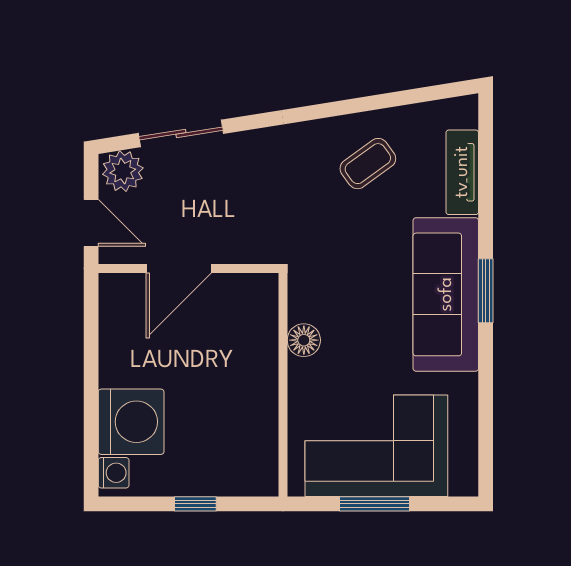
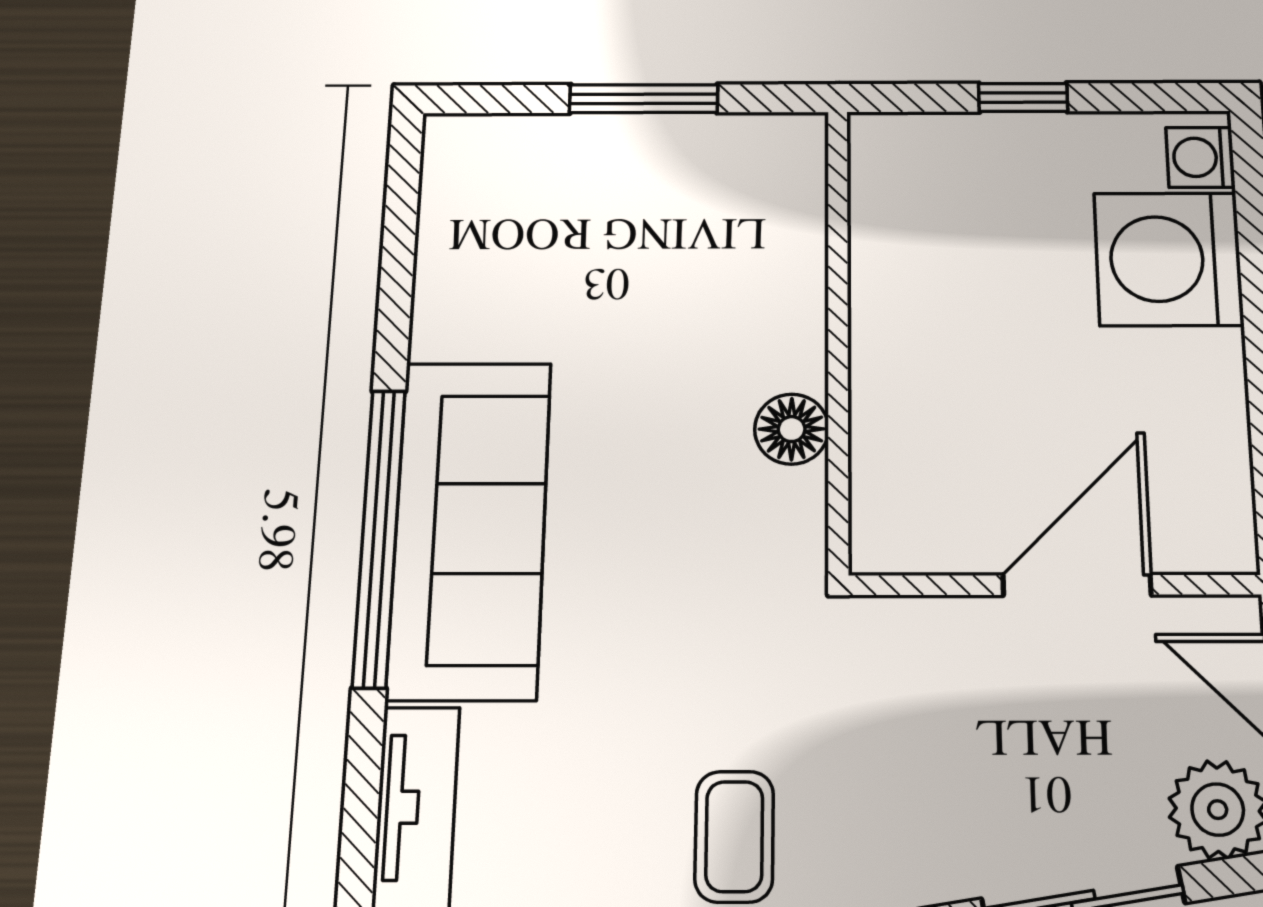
coffee table: (368, 164) -> (734, 836), moved, turned -54
window: (486, 291) -> (379, 537), width x2.11
corner sofa: (376, 446) -> (636, 212), removed

